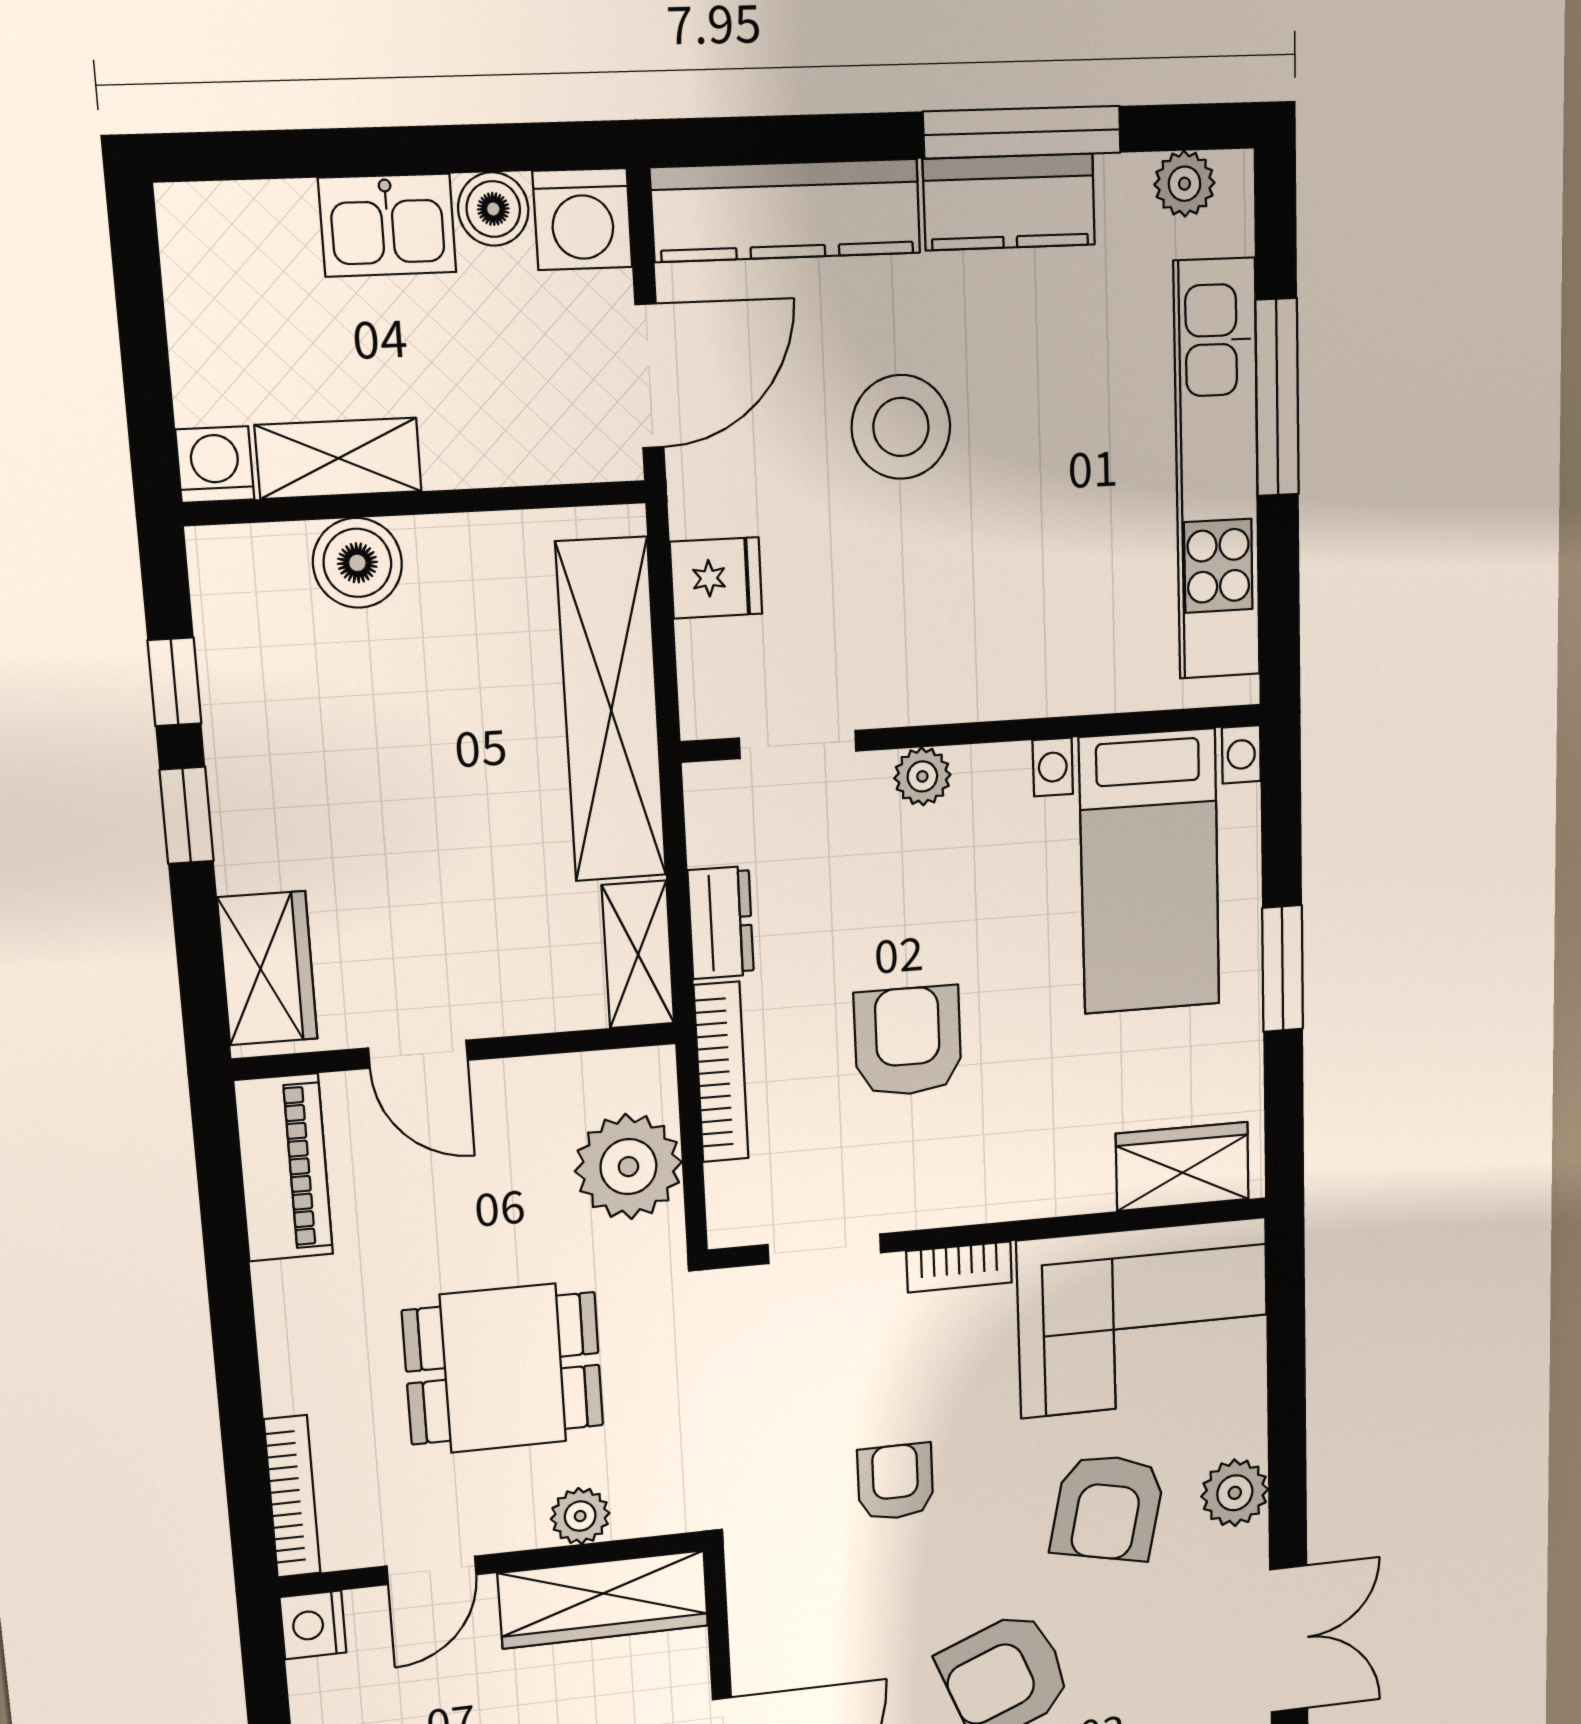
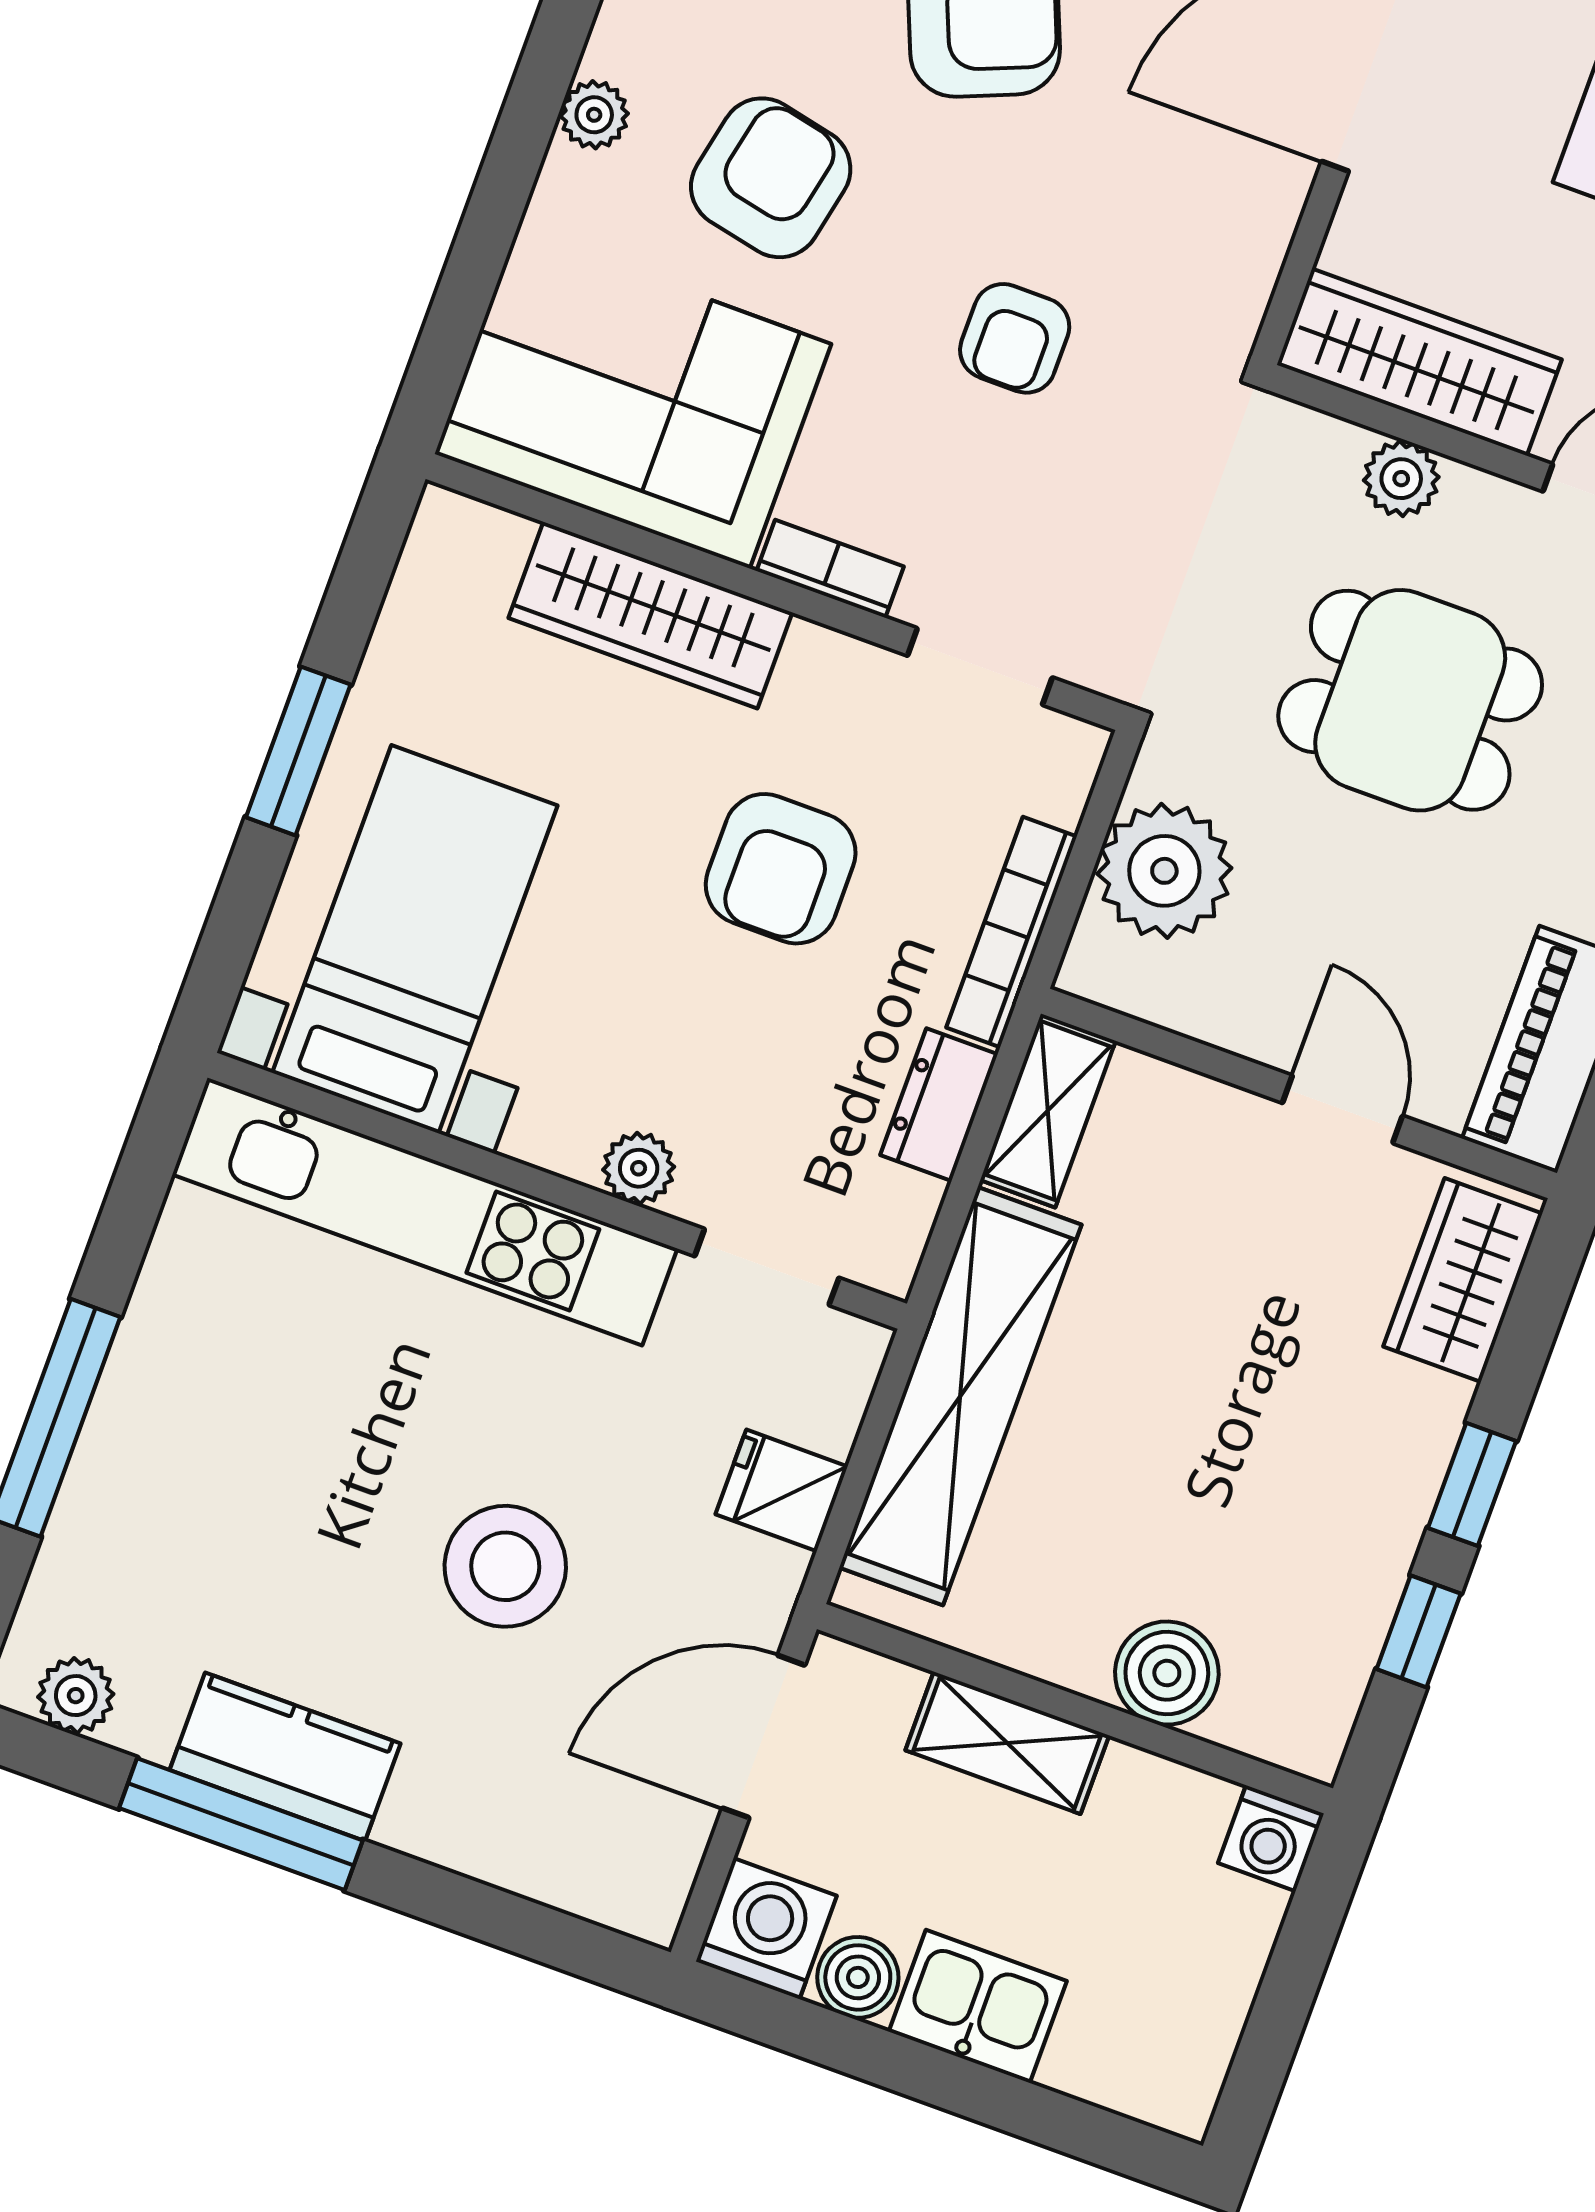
kitchen counter: (786, 210) -> (539, 1848), removed
shelving: (338, 458) -> (1007, 1743), moved
kitchen unit: (1217, 471) -> (425, 1212), moved, turned 90
wardrobe: (1182, 1167) -> (650, 615), moved, width x1.50
plant: (1235, 1493) -> (594, 115), width x0.73, depth x0.73

